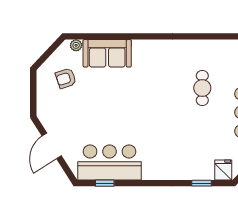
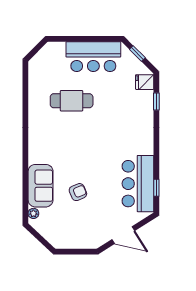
armchair: (66, 78) -> (78, 192), moved, turned -95
cafe table: (202, 88) -> (72, 101), width x1.37, depth x1.35

